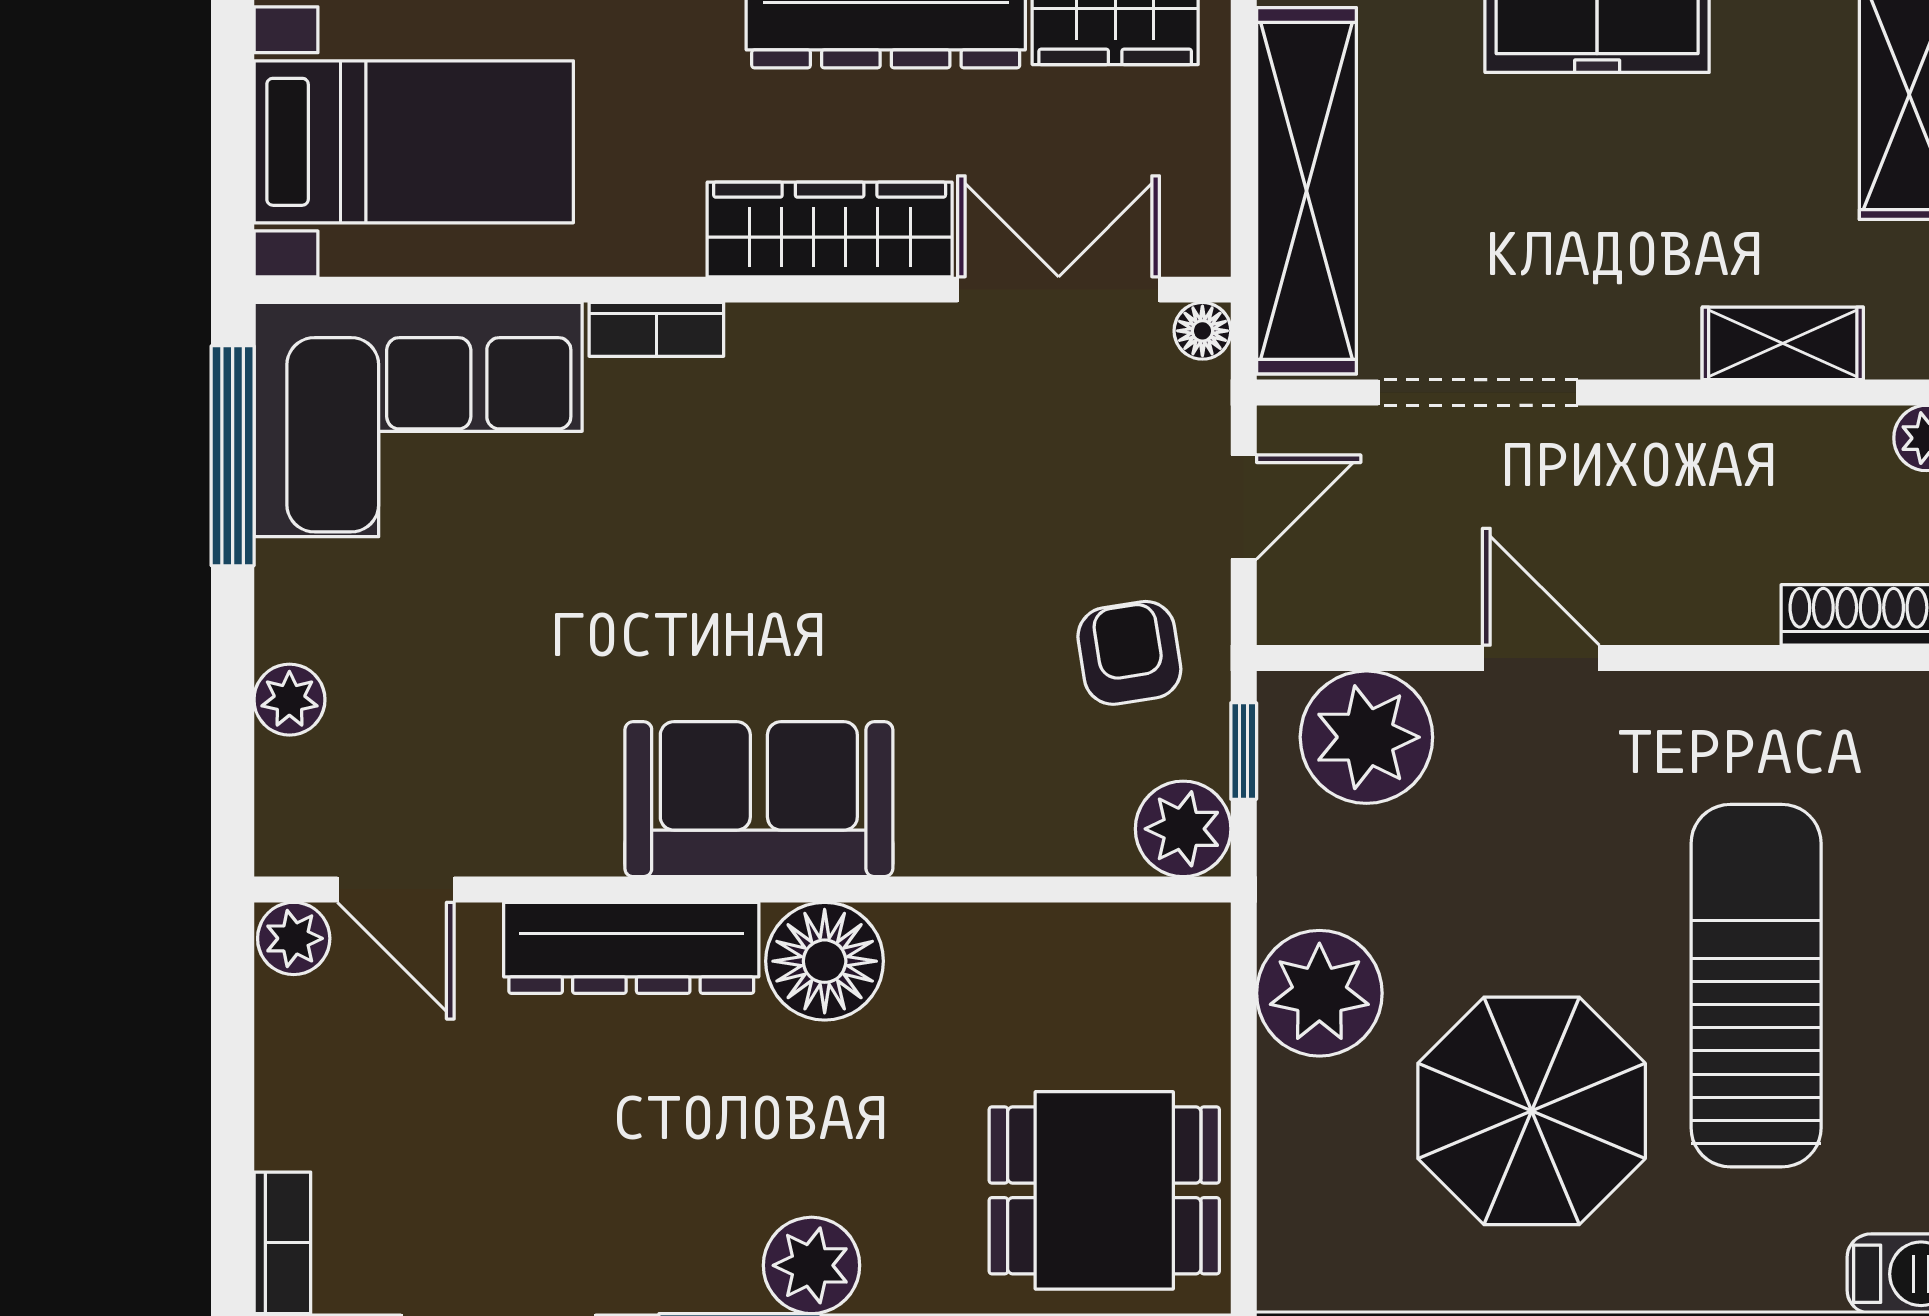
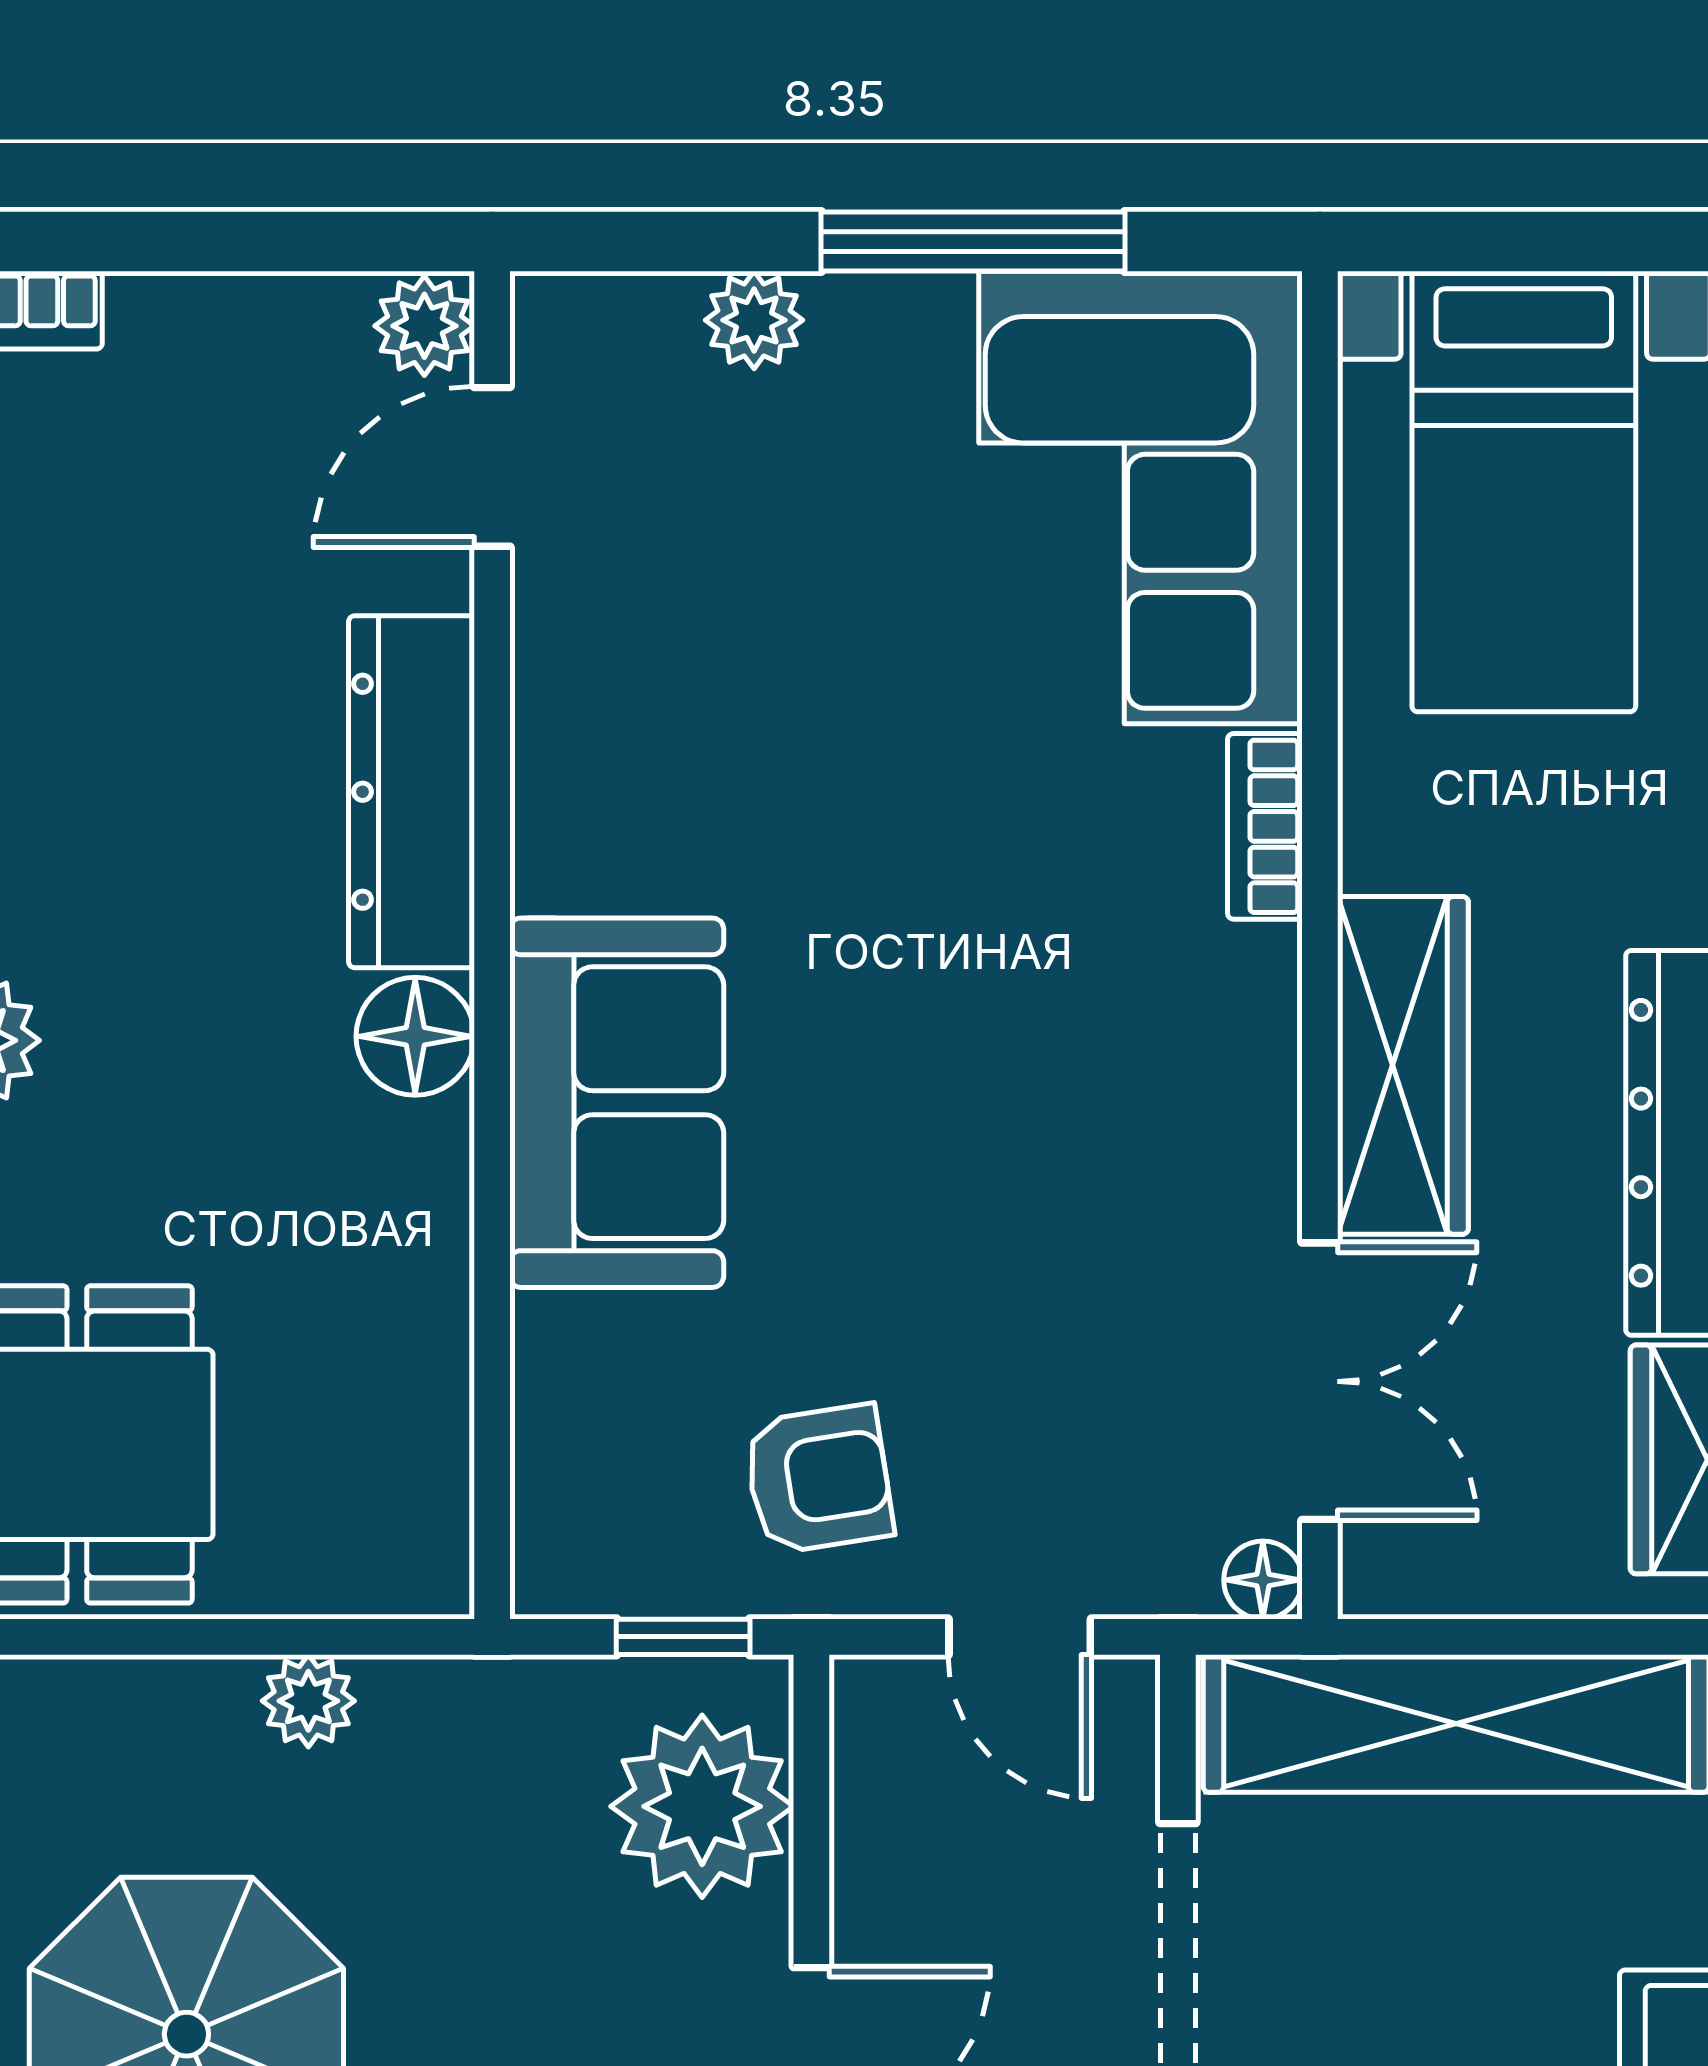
window: (233, 456) -> (973, 242), moved
sofa: (759, 799) -> (617, 1103), moved
plant: (1183, 829) -> (576, 1553), removed
floor lamp: (825, 961) -> (415, 1036), width x0.73, depth x0.73
plant: (1319, 993) -> (308, 1701), width x0.53, depth x0.53

